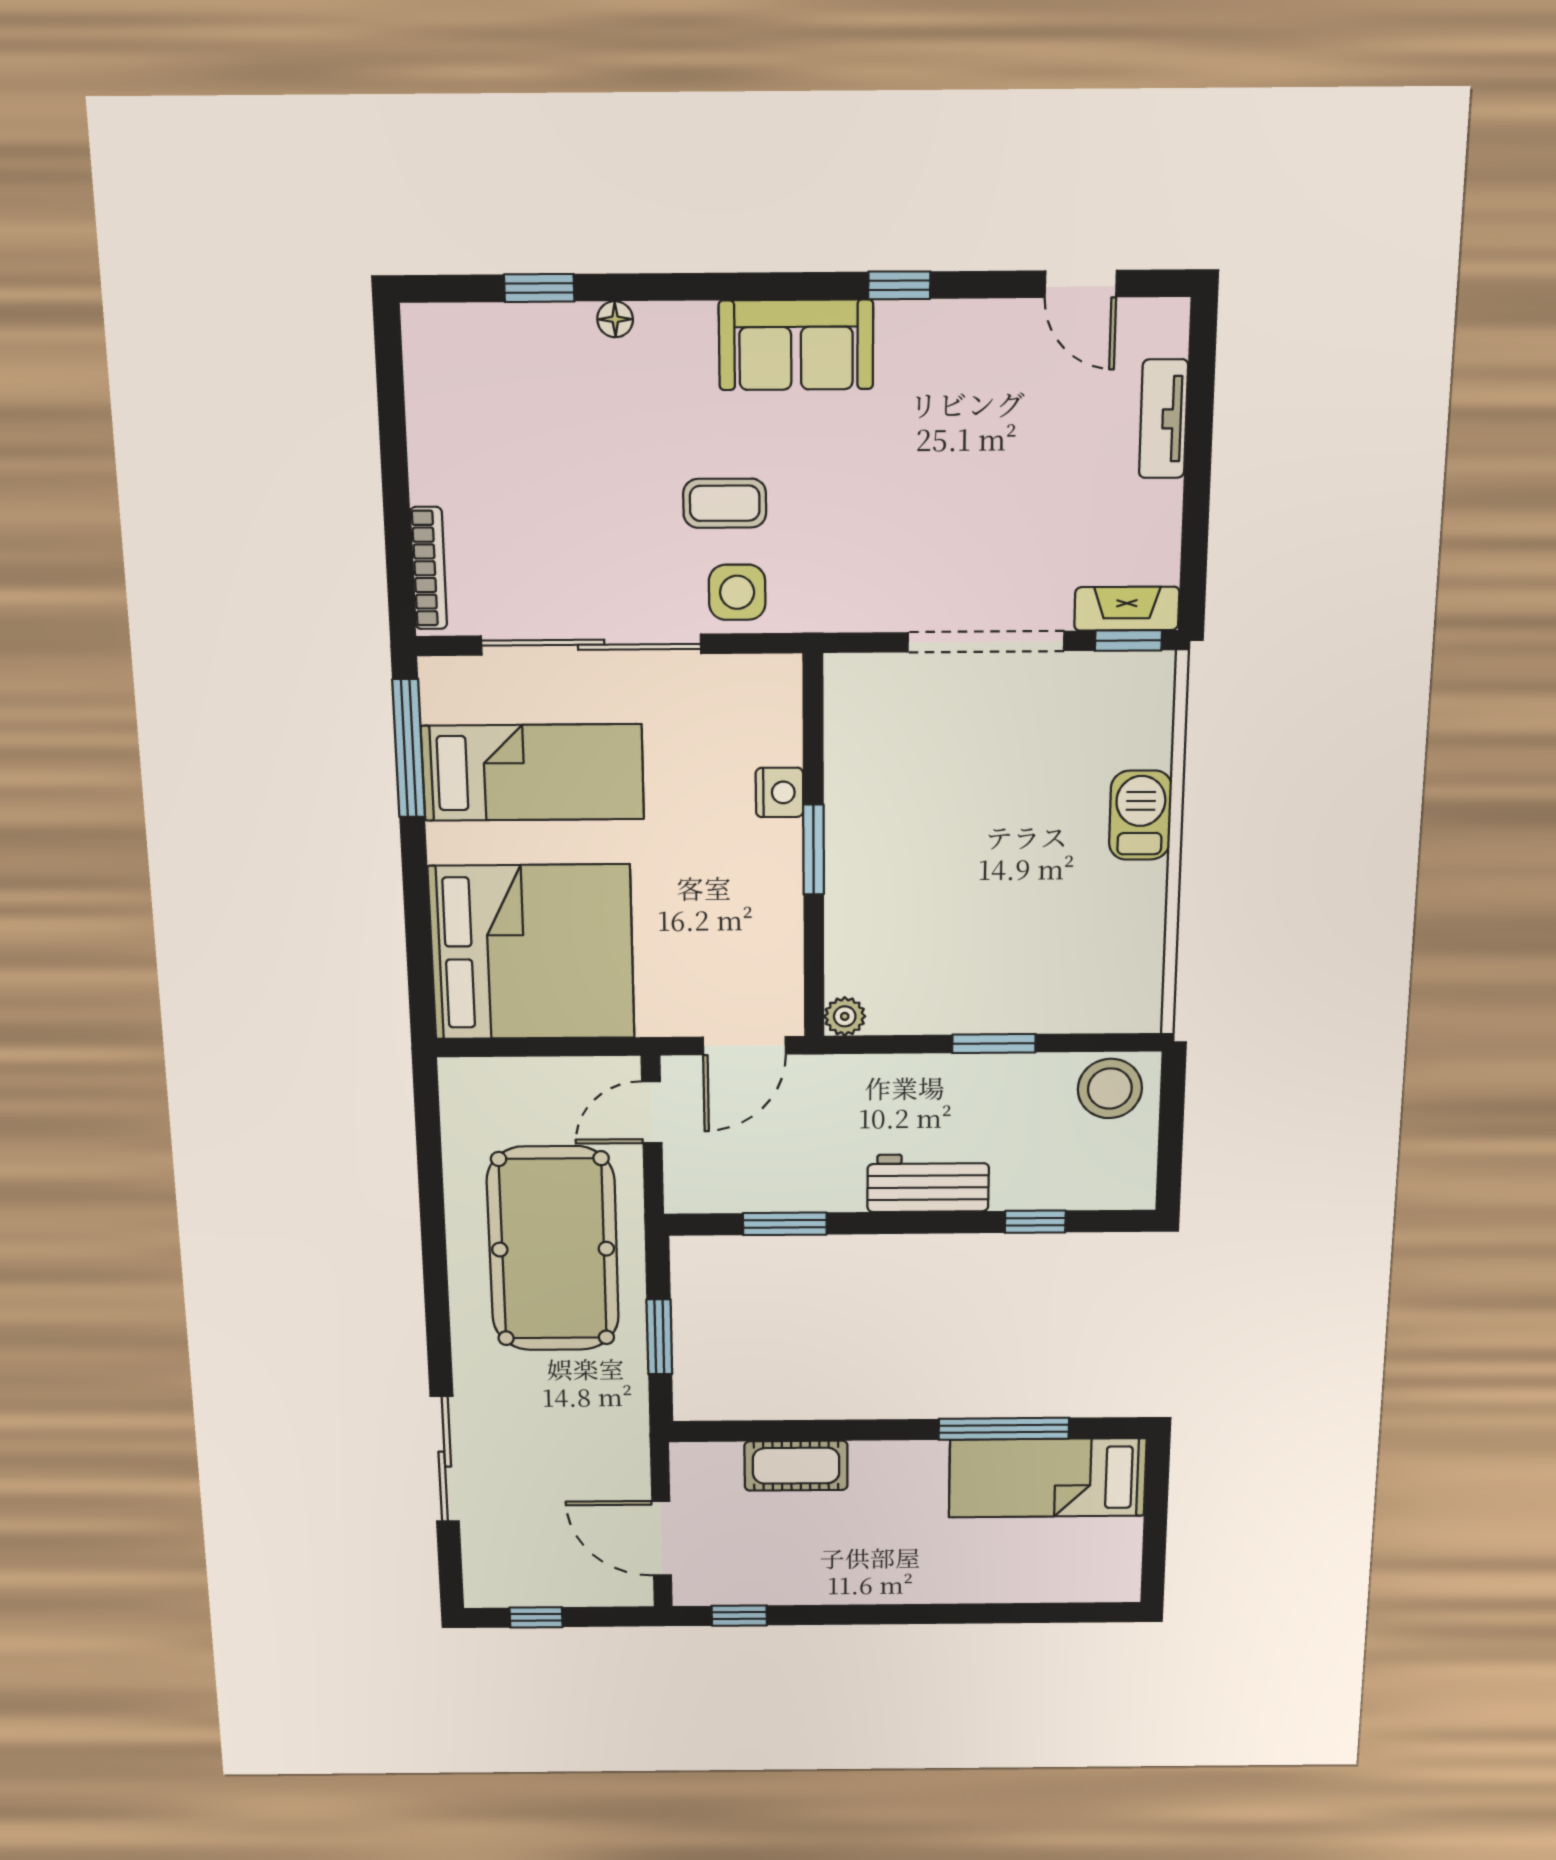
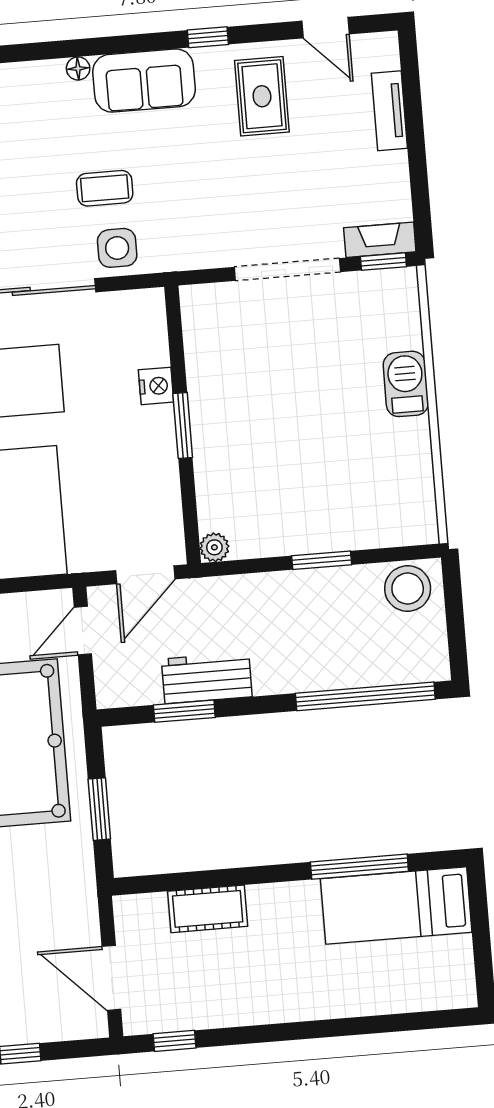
floor lamp: (615, 319) -> (78, 68), moved
rug: (973, 382) -> (262, 96), added
workbench: (928, 1183) -> (207, 678), moved
window: (1035, 1222) -> (365, 696), width x3.17

